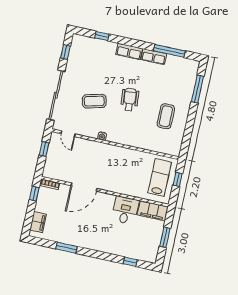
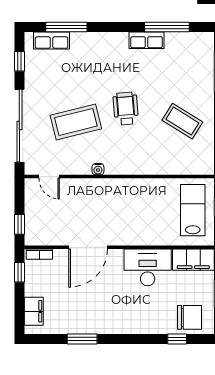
window: (102, 36) -> (66, 27), width x2.17
row of seats: (129, 51) -> (52, 40), moved
coffee table: (94, 101) -> (76, 122), width x1.36, depth x1.32
coffee table: (166, 116) -> (182, 121), turned -58
window: (44, 149) -> (19, 224), moved
desk: (125, 210) -> (148, 267), width x1.37
chair: (142, 249) -> (189, 317), added

